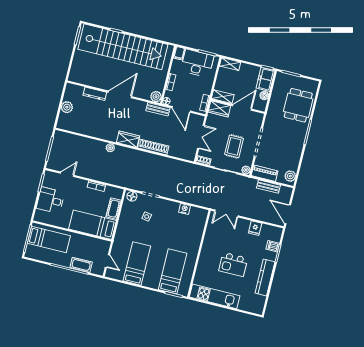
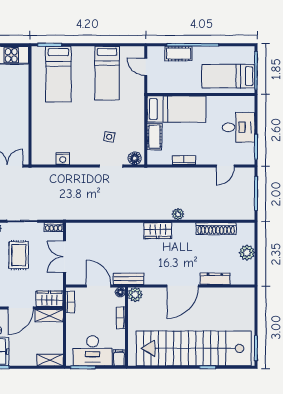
shoe rack: (153, 147) -> (216, 229), moved

